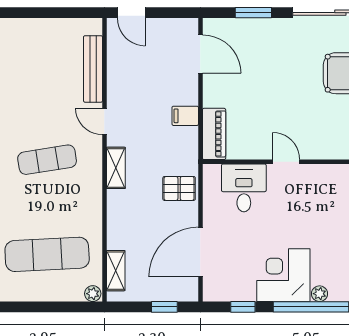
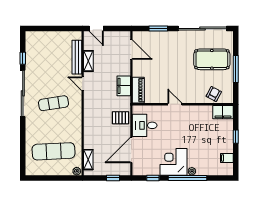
filing cabinet: (185, 116) -> (124, 86), width x2.00
shelving: (116, 168) -> (88, 61), moved
desk: (244, 188) -> (145, 125), moved, turned -90

